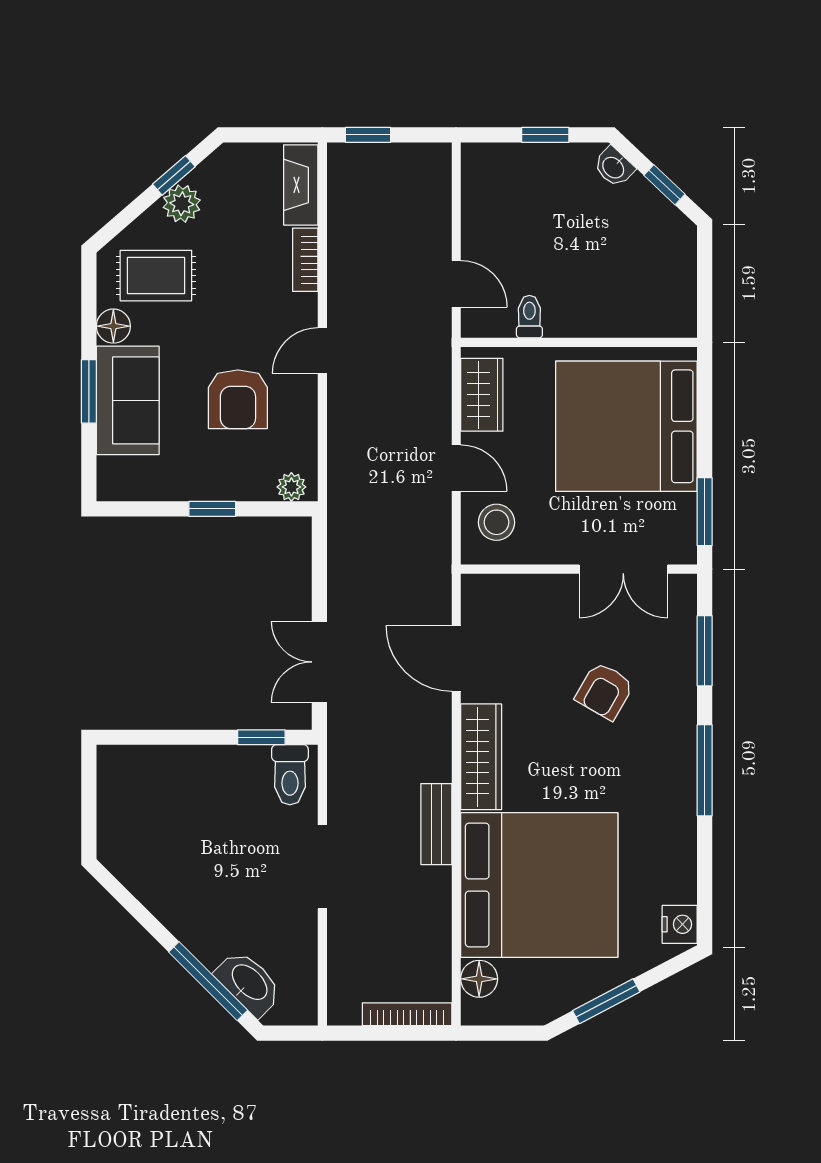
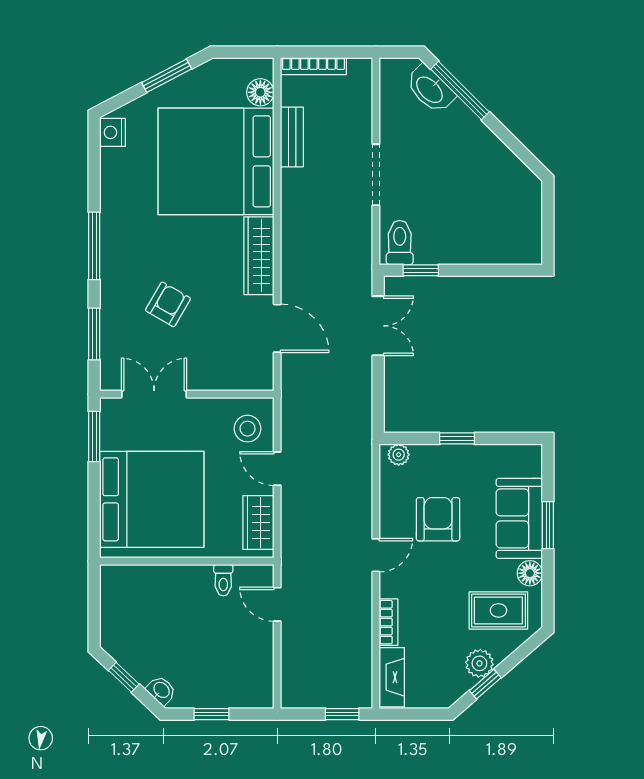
bench: (436, 824) -> (292, 137), moved

